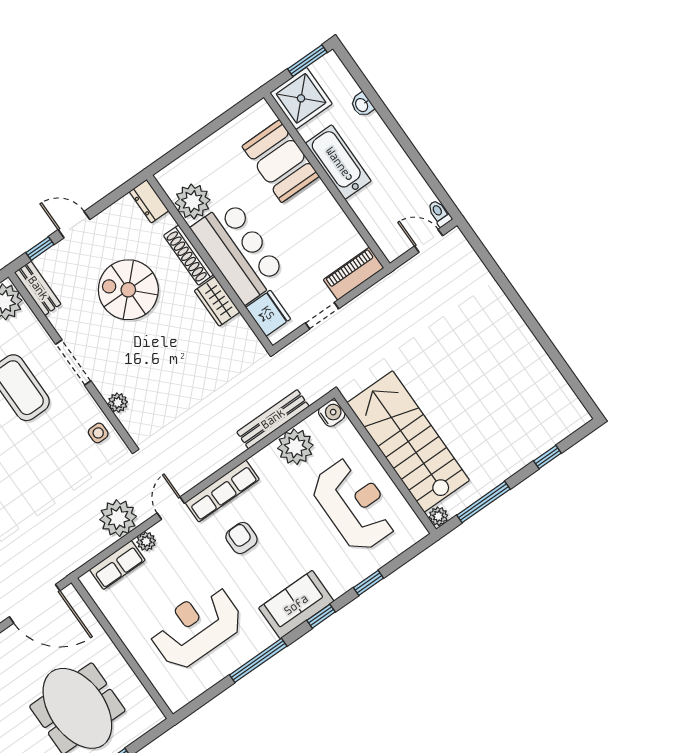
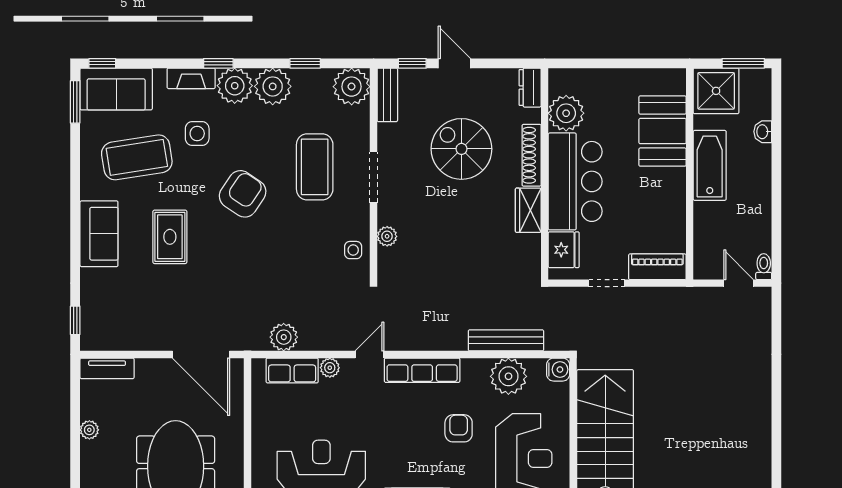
plant: (118, 518) -> (284, 337), moved, width x0.73, depth x0.73
armchair: (241, 538) -> (459, 428), moved

